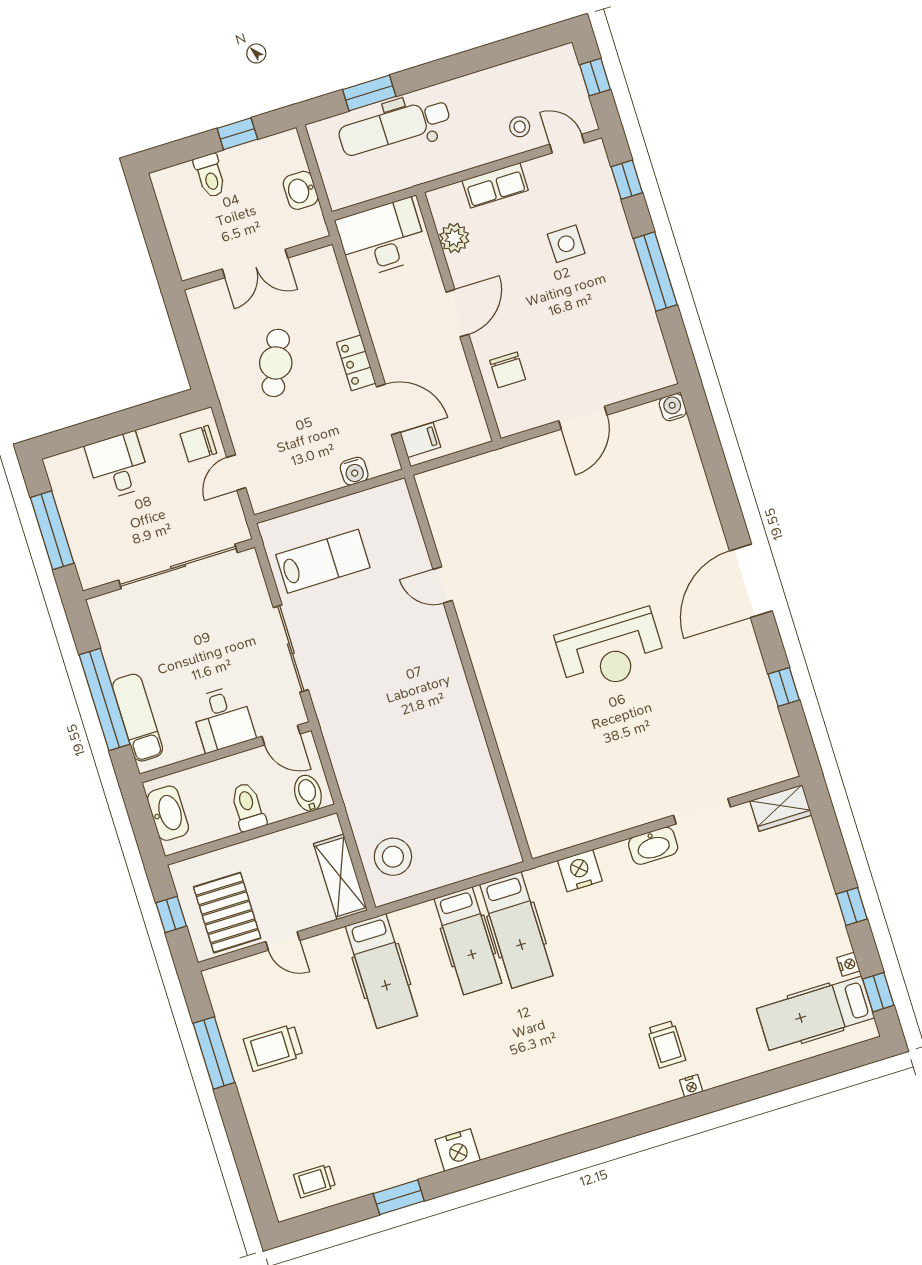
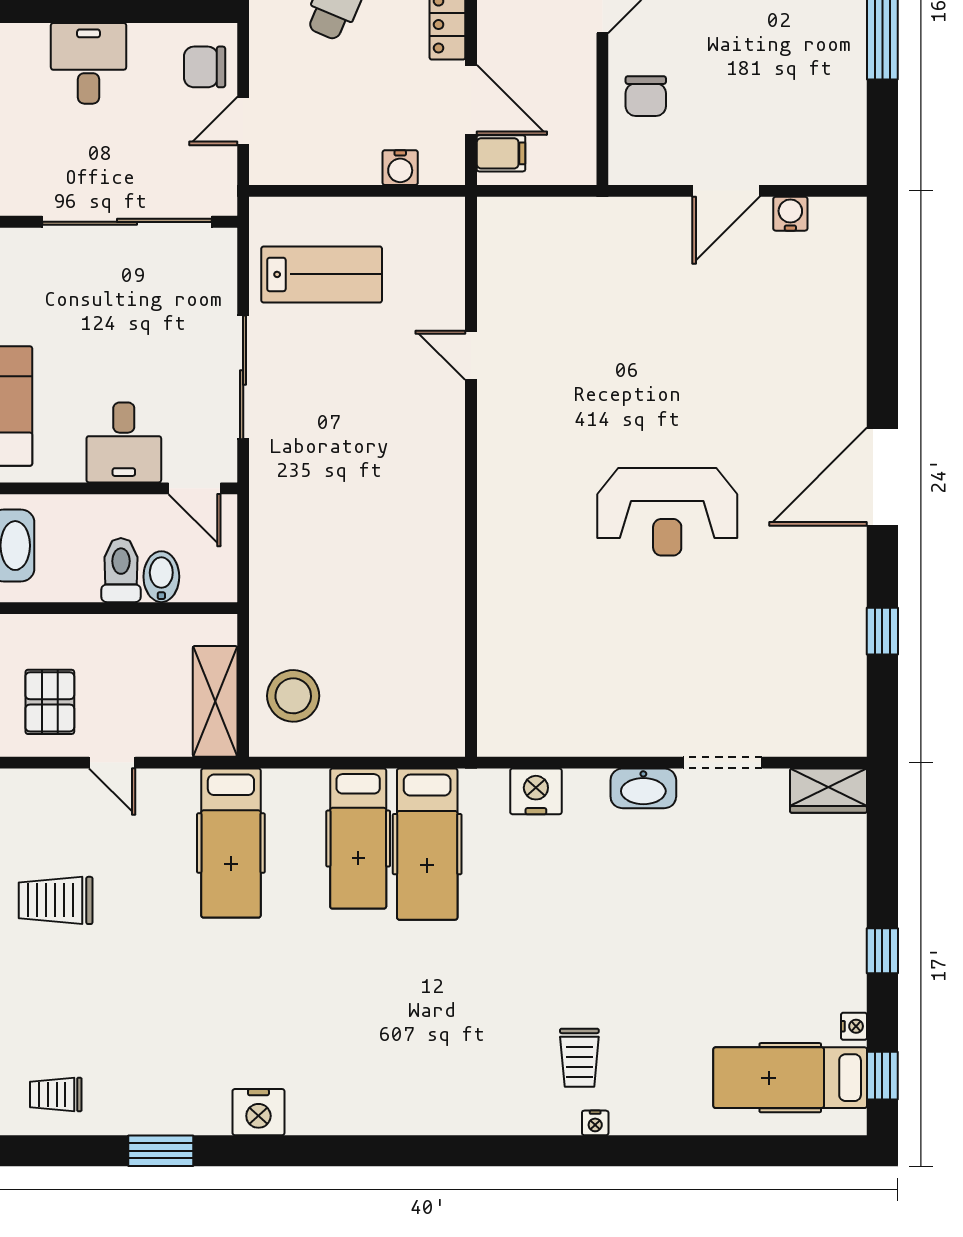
water cooler: (673, 407) -> (790, 214), moved
bidet: (308, 793) -> (161, 577), moved
pallet: (227, 913) -> (50, 702), width x0.67, depth x0.71

